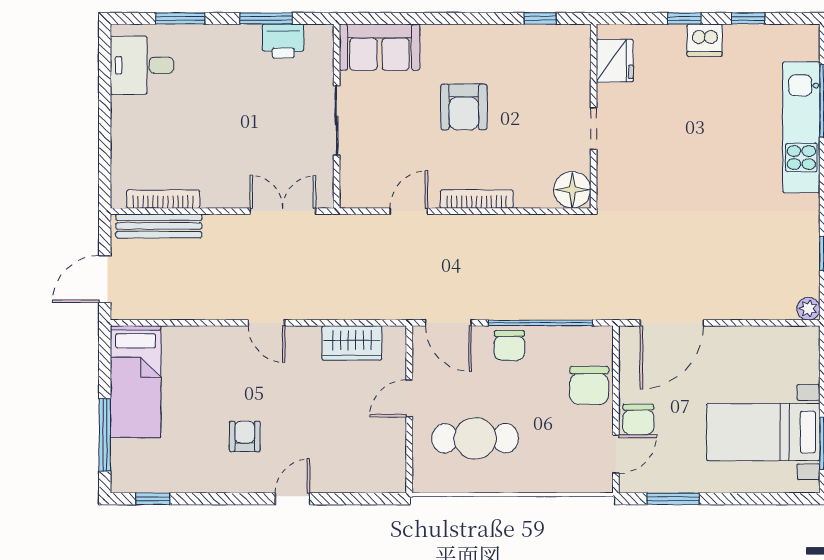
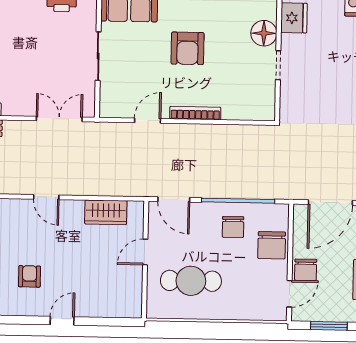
floor lamp: (572, 190) -> (264, 33), moved
chair: (509, 345) -> (233, 227), moved

